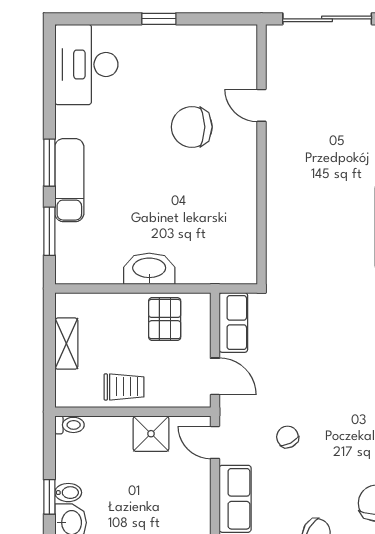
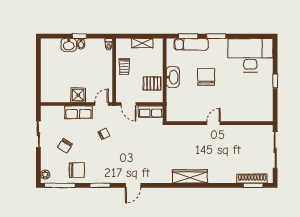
desk: (86, 64) -> (250, 55), width x1.36, depth x1.30
door: (262, 105) -> (214, 123), moved
chair: (192, 127) -> (206, 77), moved
exam couch: (69, 180) -> (191, 44), moved
door: (215, 376) -> (129, 104), hinge flipped
shower: (151, 434) -> (78, 95), moved

